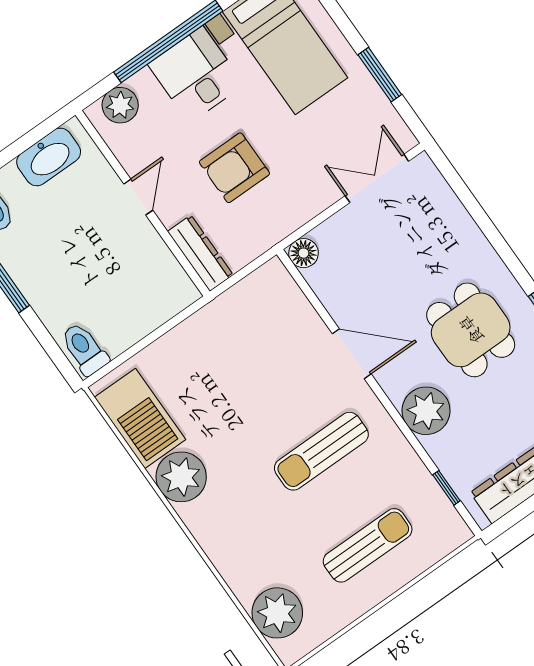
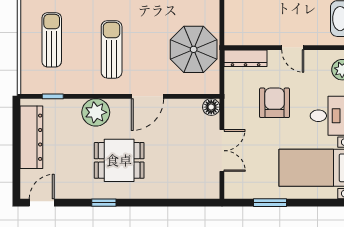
double door: (377, 178) -> (222, 151), moved
parasol: (240, 335) -> (194, 49), added
sun lounger: (368, 545) -> (52, 40), turned 180

